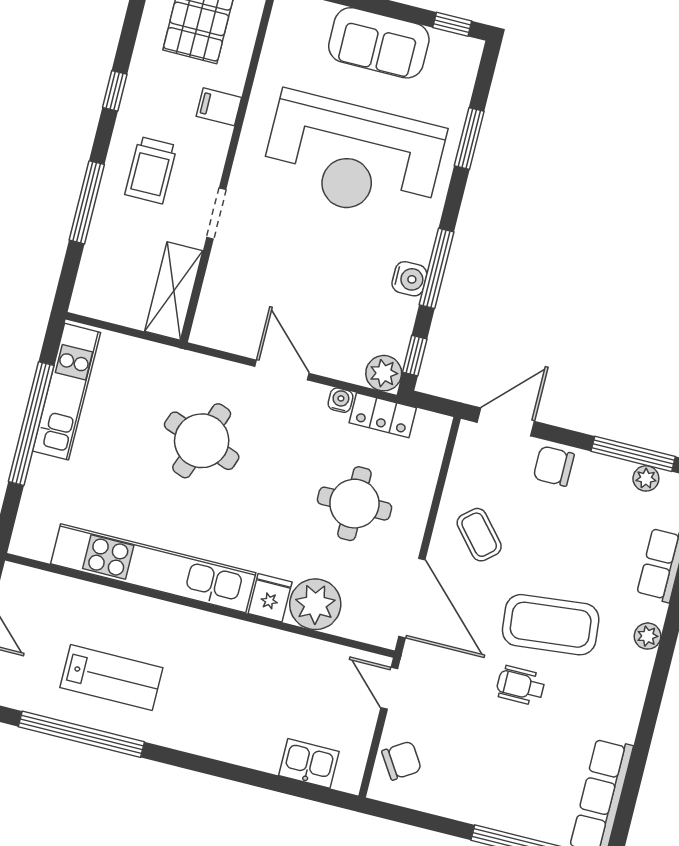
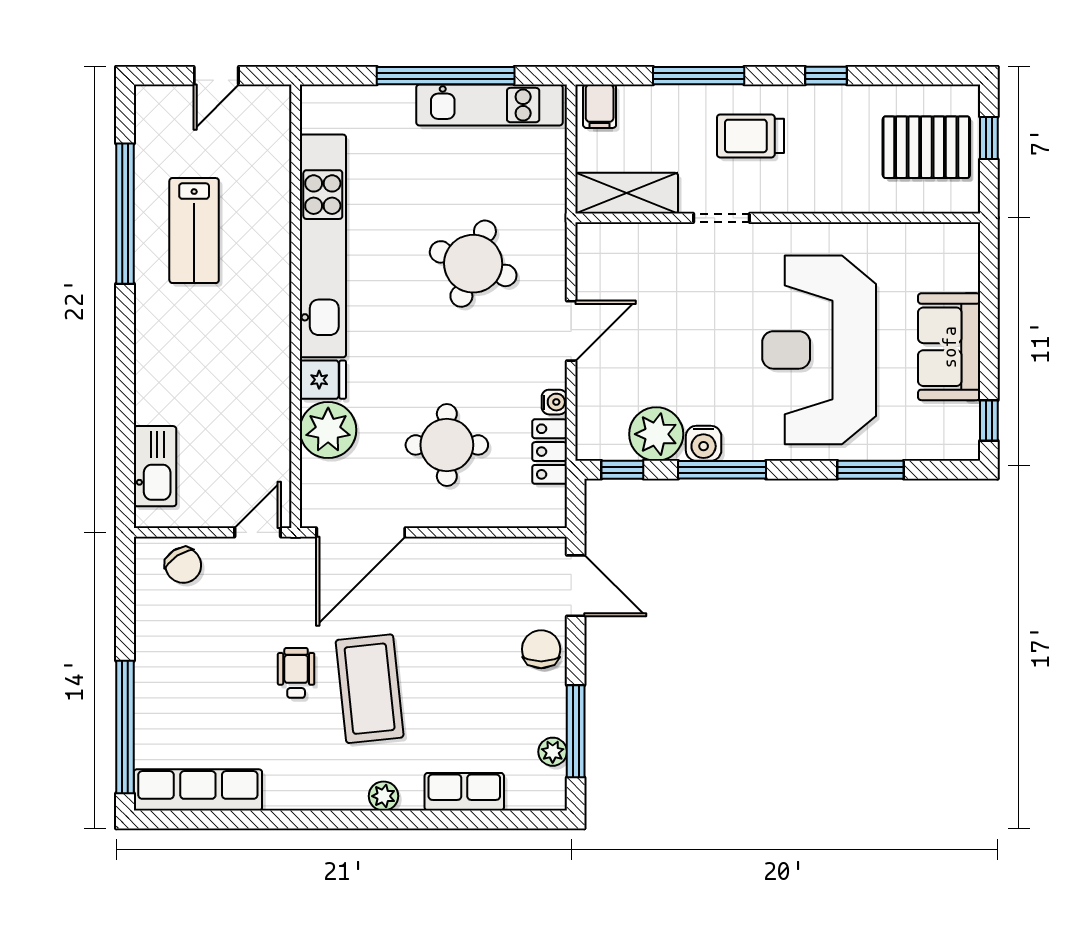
filing cabinet: (219, 107) -> (600, 106), moved, turned 180
plant: (384, 373) -> (656, 434), moved, width x1.36, depth x1.36
coffee table: (479, 535) -> (447, 587), removed
kitchen sink: (309, 763) -> (155, 466), width x1.38

